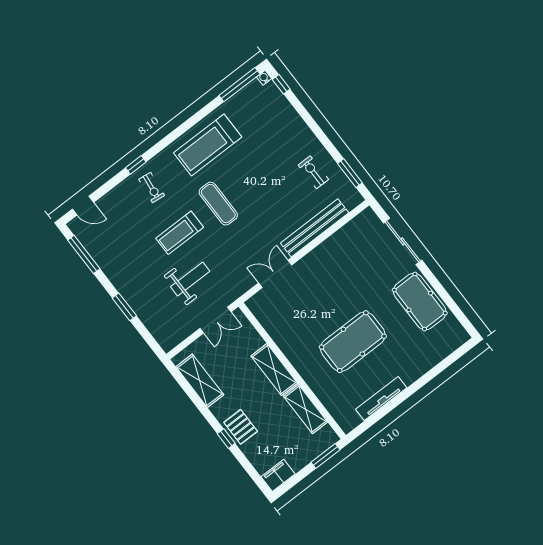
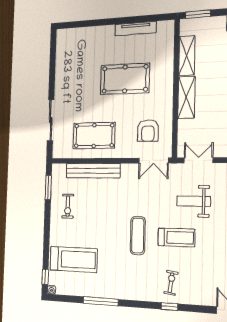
window: (239, 85) -> (101, 301), moved
treadmill: (208, 145) -> (74, 259), moved
double door: (275, 274) -> (154, 160), moved
pool table: (420, 302) -> (94, 136), moved, turned 90
armchair: (288, 310) -> (148, 131), added

